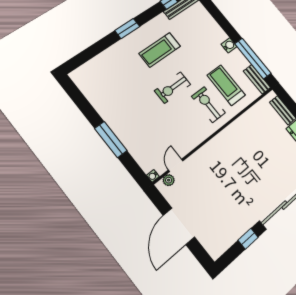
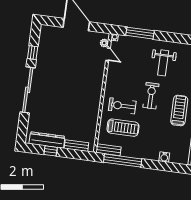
water cooler: (229, 45) -> (164, 157), moved
exercise bike: (208, 105) -> (122, 106), turned 180
weight bench: (130, 106) -> (163, 63), added
window: (111, 139) -> (140, 33), moved

